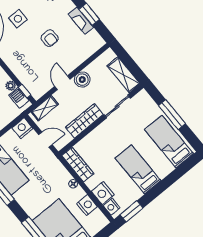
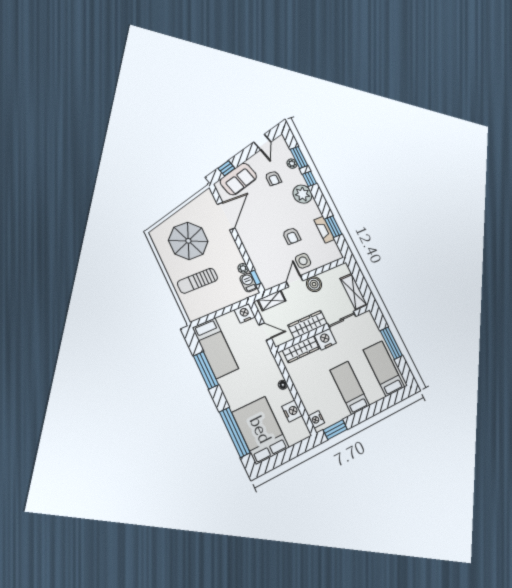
side table: (18, 19) -> (303, 261), moved
wardrobe: (78, 164) -> (301, 349), moved, turned 90
nightstand: (103, 193) -> (325, 339), moved, turned 90

